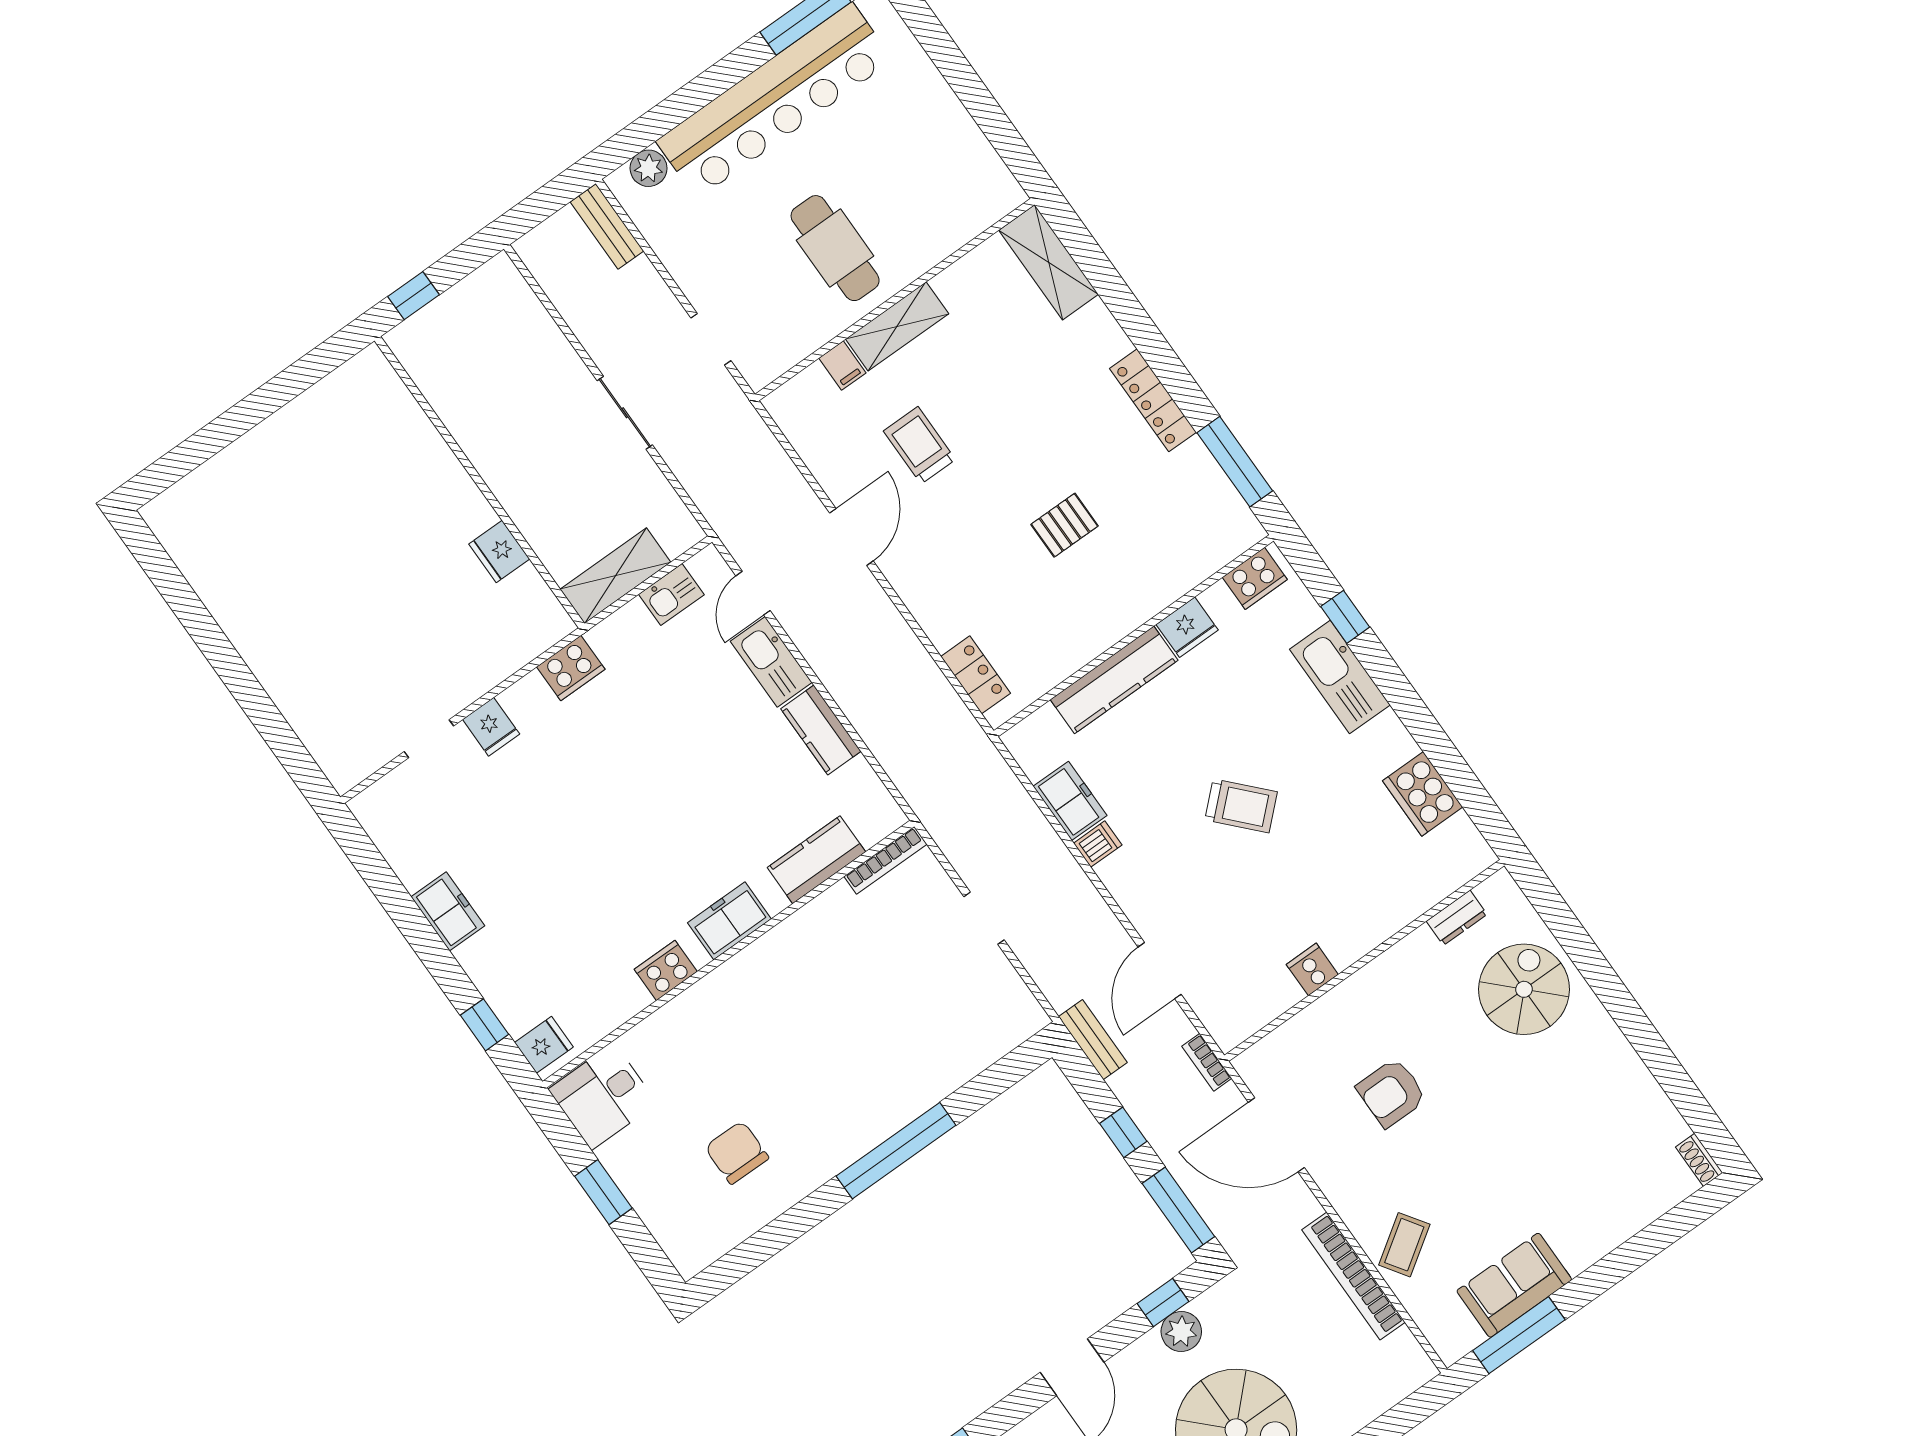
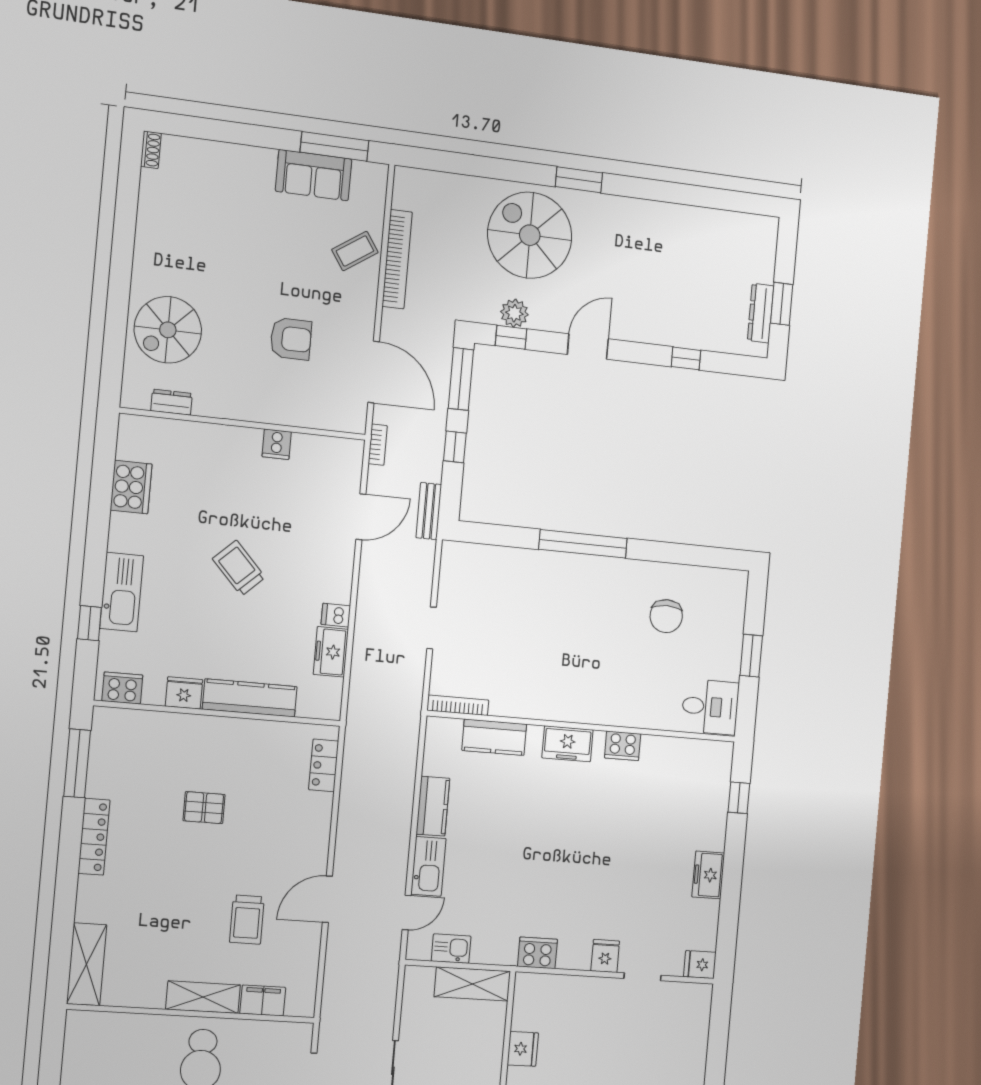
filing cabinet: (842, 365) -> (263, 1000), width x2.00
fridge: (544, 1045) -> (700, 965), moved

